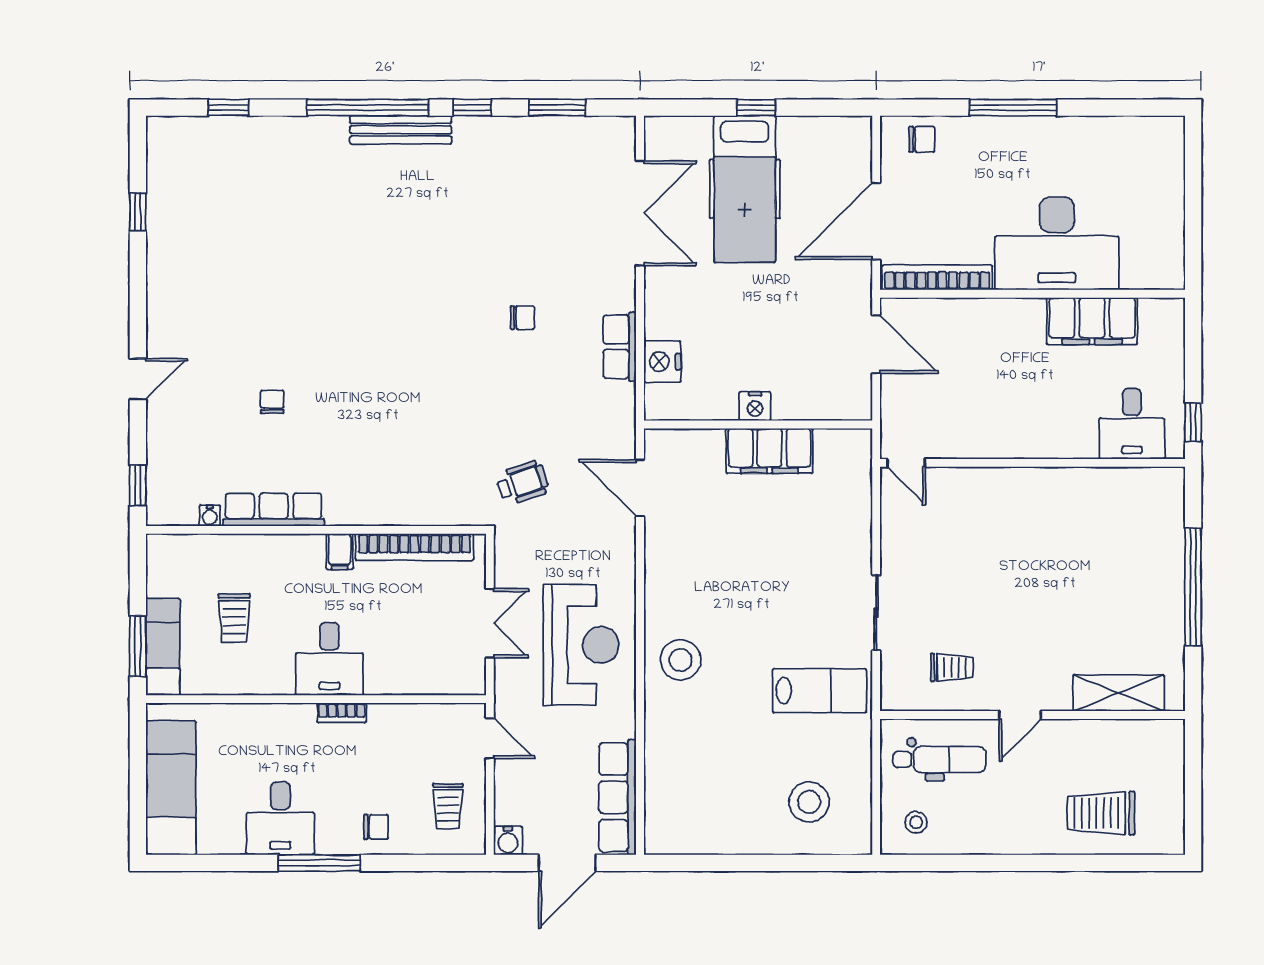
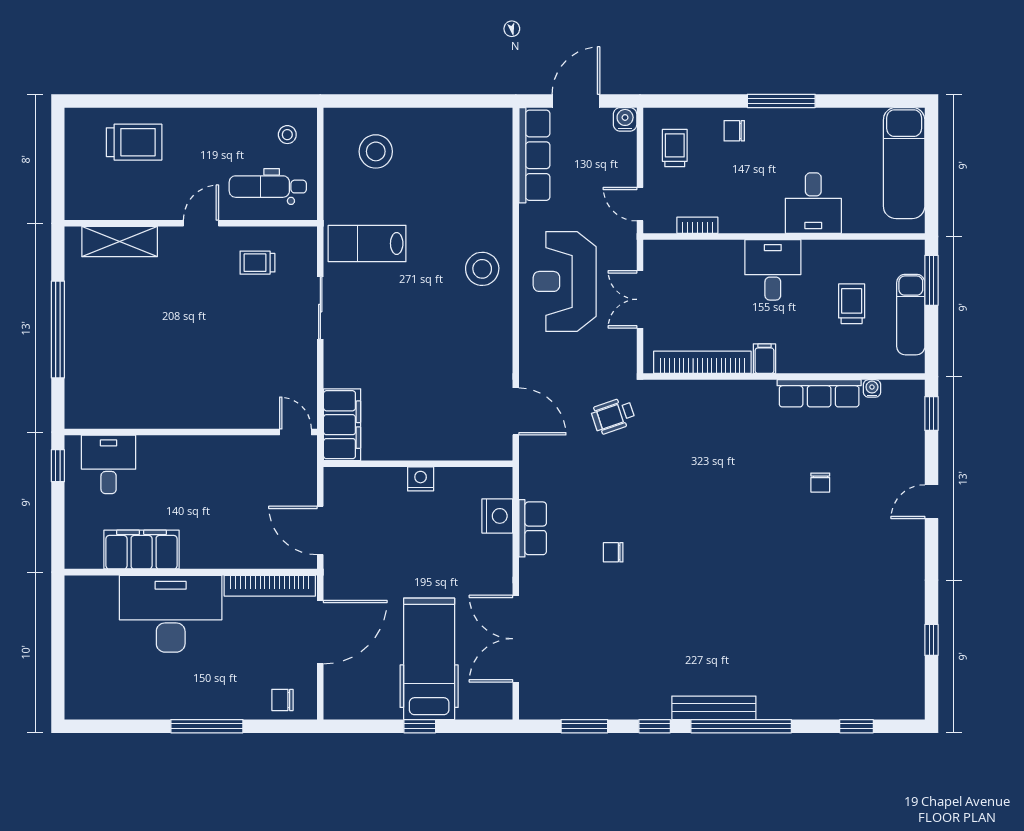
filing cabinet: (770, 451) -> (342, 425), moved, turned 90
exam couch: (163, 647) -> (911, 315), moved
bookcase: (342, 713) -> (697, 225), moved
desk: (280, 818) -> (813, 203), moved, turned 180

